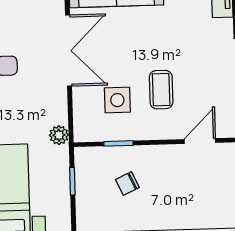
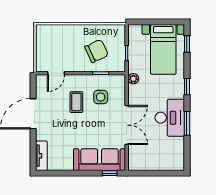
double door: (68, 51) -> (127, 125), swing flipped
chair: (127, 184) -> (96, 51), width x1.87, depth x1.87

